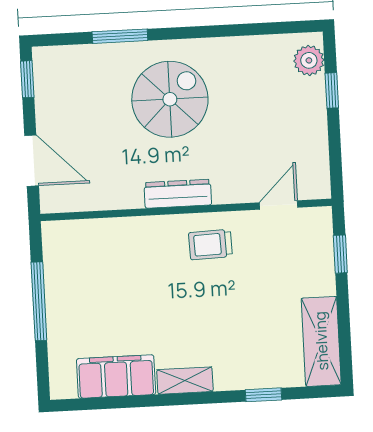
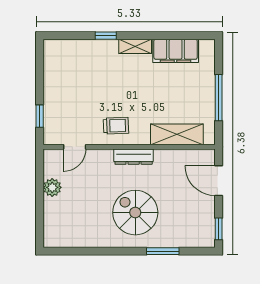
plant: (309, 60) -> (52, 187), moved
window: (332, 90) -> (40, 213), removed
spiral stairs: (170, 99) -> (135, 213), turned 90
shelving: (321, 341) -> (177, 134), moved, turned 90
window: (264, 395) -> (106, 36), moved

